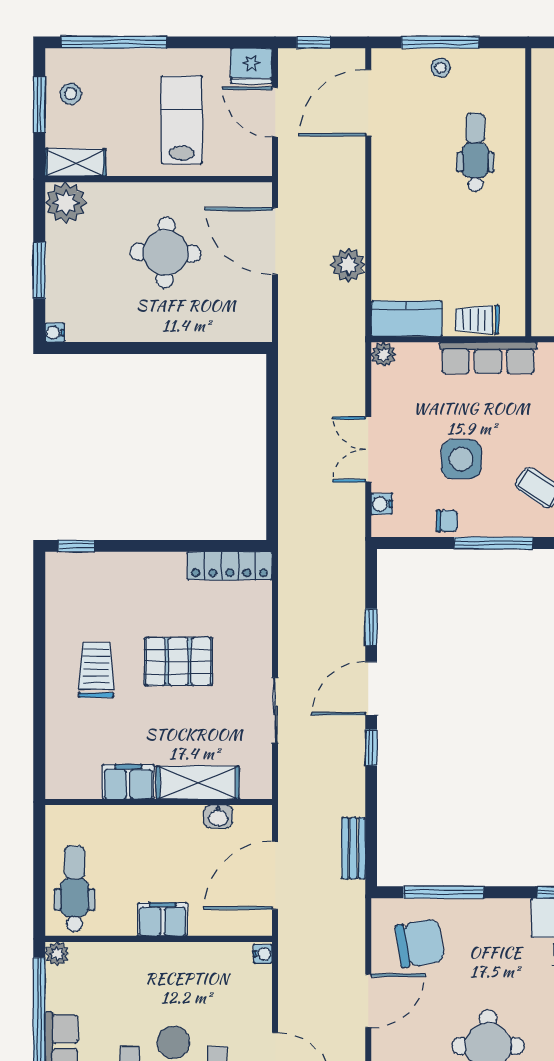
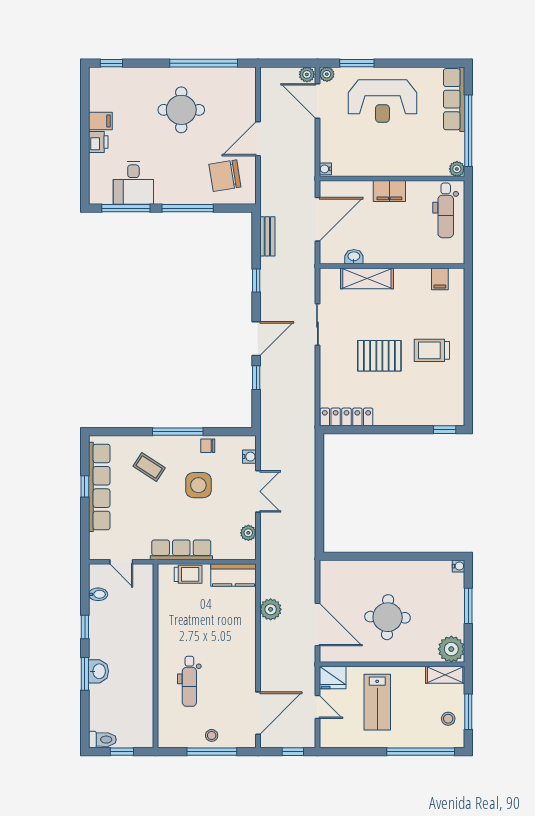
fridge: (251, 66) -> (333, 677), moved, turned 180
door: (275, 112) -> (317, 707), width x0.73
plant: (383, 354) -> (248, 533), moved
trolley: (96, 670) -> (432, 350), turned 90
window: (371, 748) -> (256, 280), moved
filing cabinet: (128, 782) -> (440, 279), moved, width x0.50
window: (444, 892) -> (188, 208), moved

